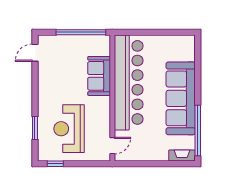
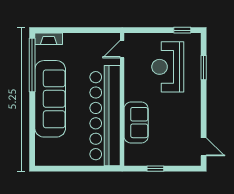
window: (81, 32) -> (155, 169), width x0.32
door: (35, 53) -> (204, 147), hinge flipped
reception desk: (69, 129) -> (168, 67), turned 180

